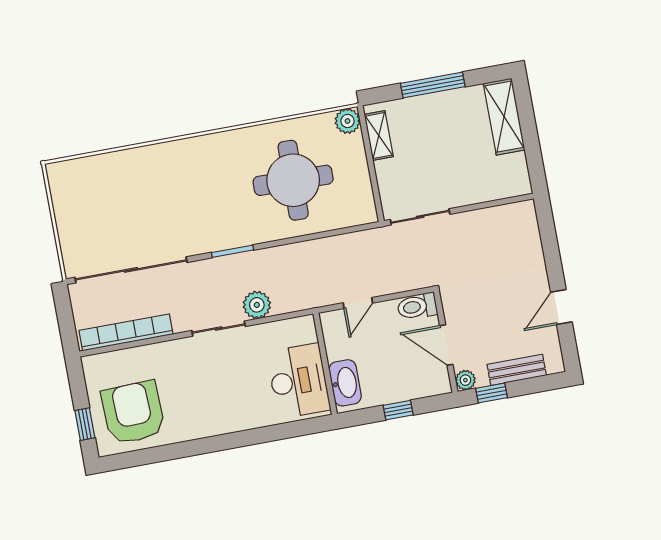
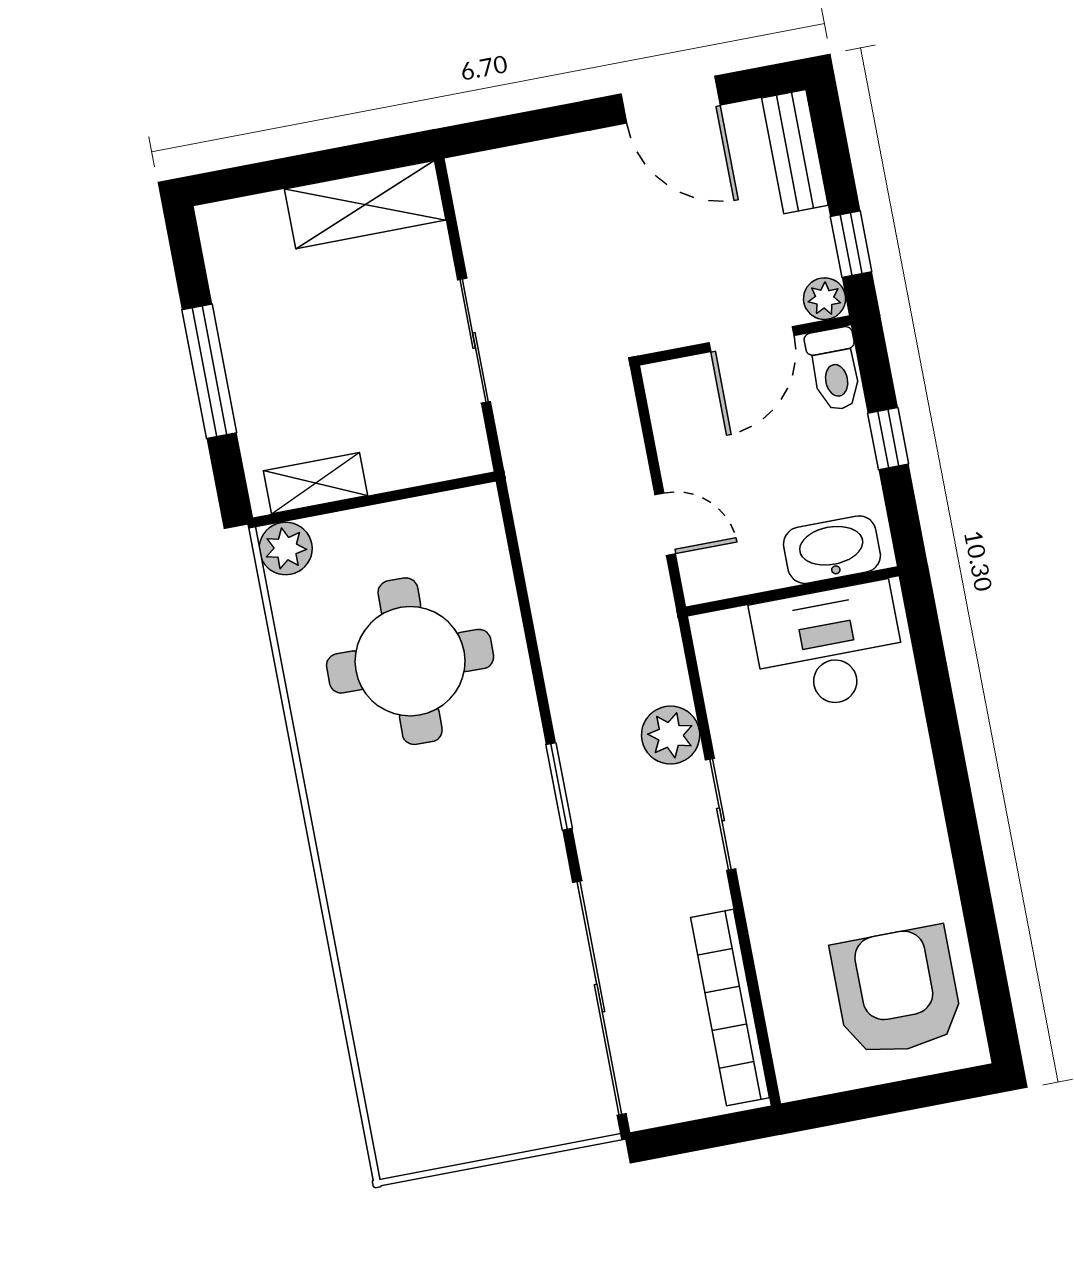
shelving: (504, 117) -> (365, 205), moved
sliding door: (420, 217) -> (474, 341), moved
toilet: (417, 306) -> (835, 369), moved
door: (561, 307) -> (671, 100), width x1.38
bench: (517, 370) -> (795, 152), moved
armchair: (133, 412) -> (897, 991), turned 92
window: (85, 424) -> (922, 1092), removed

